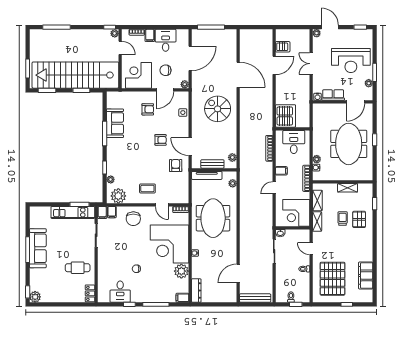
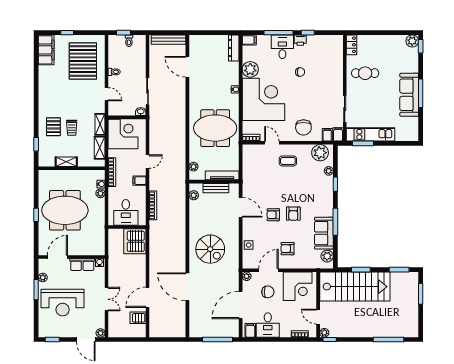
filing cabinet: (150, 35) -> (250, 330), moved
reception desk: (351, 61) -> (63, 303), turned 180
stairs: (75, 75) -> (355, 287), width x0.73
plant: (112, 103) -> (327, 256), added
meeting table: (349, 144) -> (65, 210), turned 90
armchair: (176, 166) -> (293, 214), moved
meeting table: (213, 218) -> (215, 128), turned 90
chair: (133, 219) -> (303, 127), turned 180
door: (238, 273) -> (187, 67), swing flipped
filing cabinet: (366, 275) -> (46, 50), moved
desk: (120, 292) -> (282, 47), moved
printer: (136, 298) -> (300, 40), added

